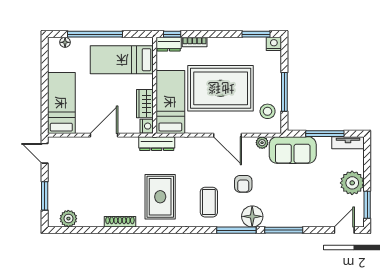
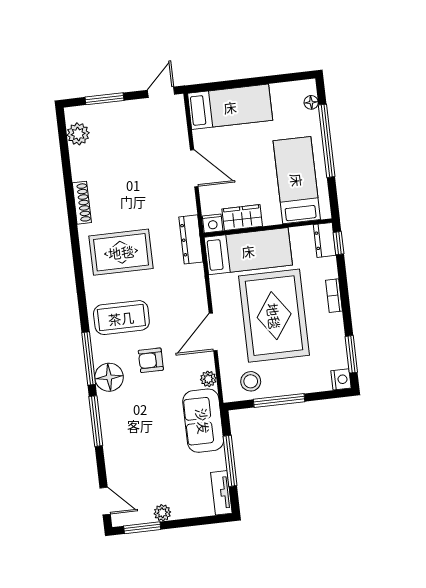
bookcase: (195, 42) -> (334, 296), moved
plant: (352, 183) -> (162, 513), width x0.53, depth x0.53
coffee table: (209, 202) -> (121, 318), width x1.36, depth x1.32

